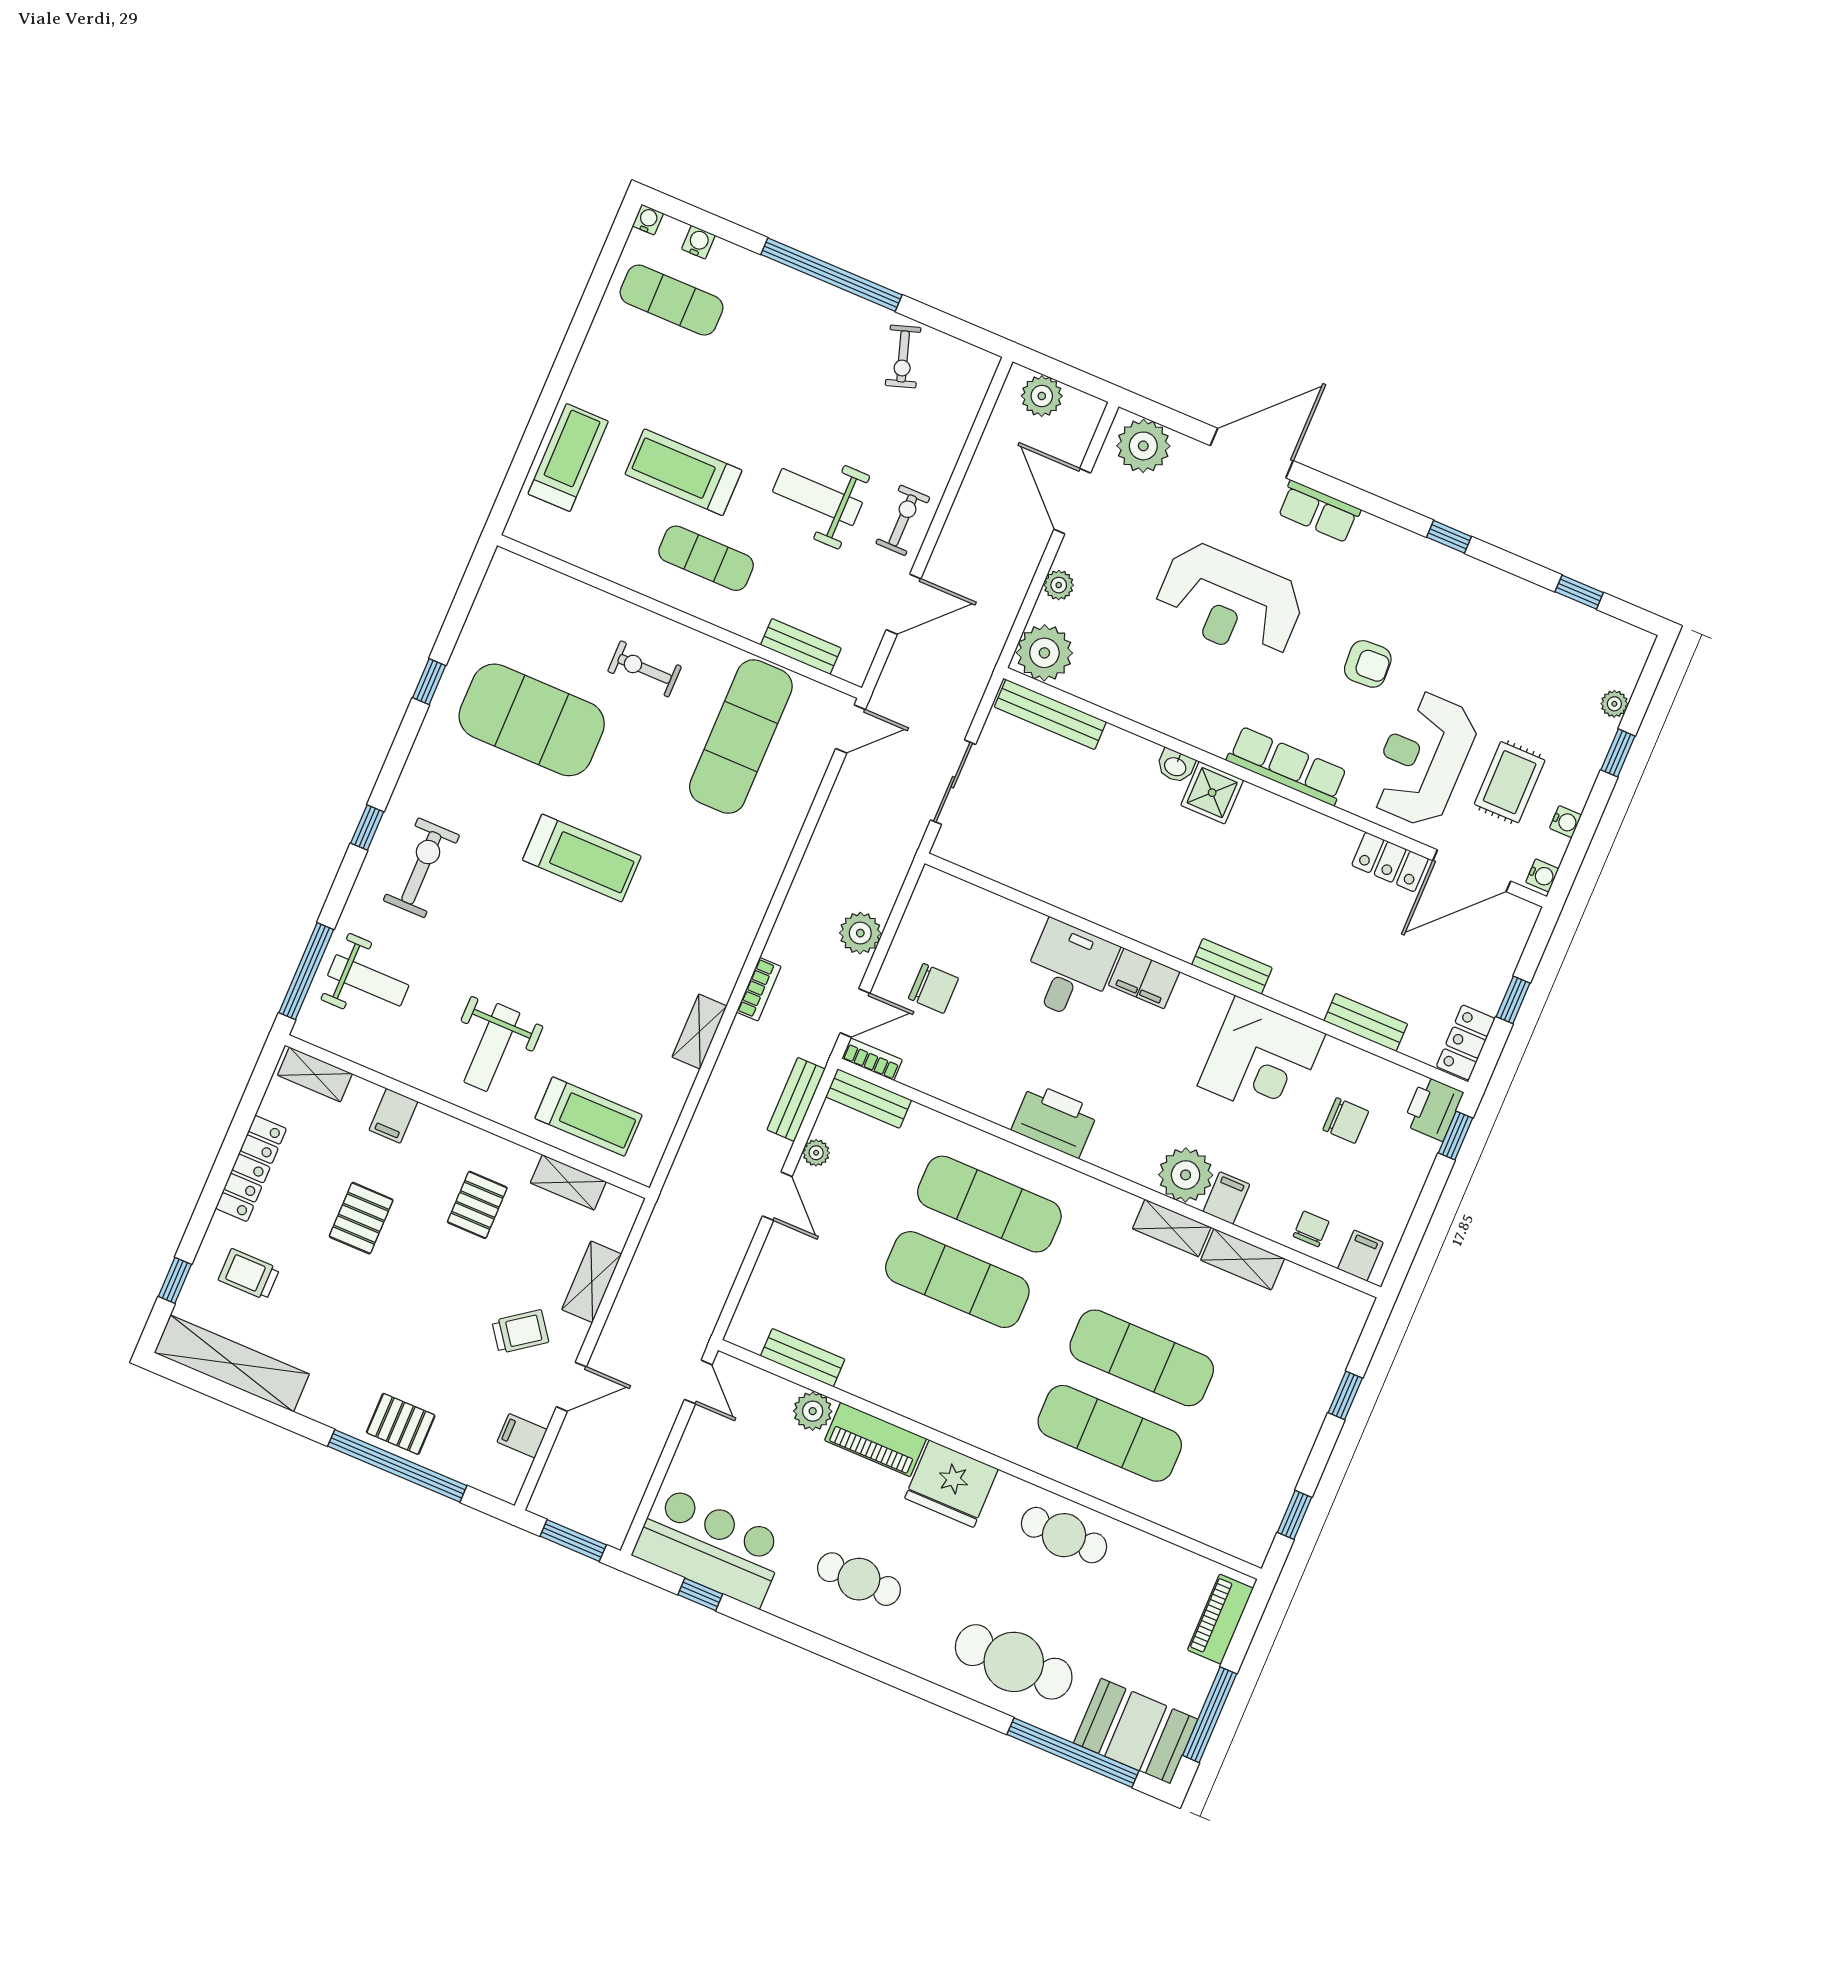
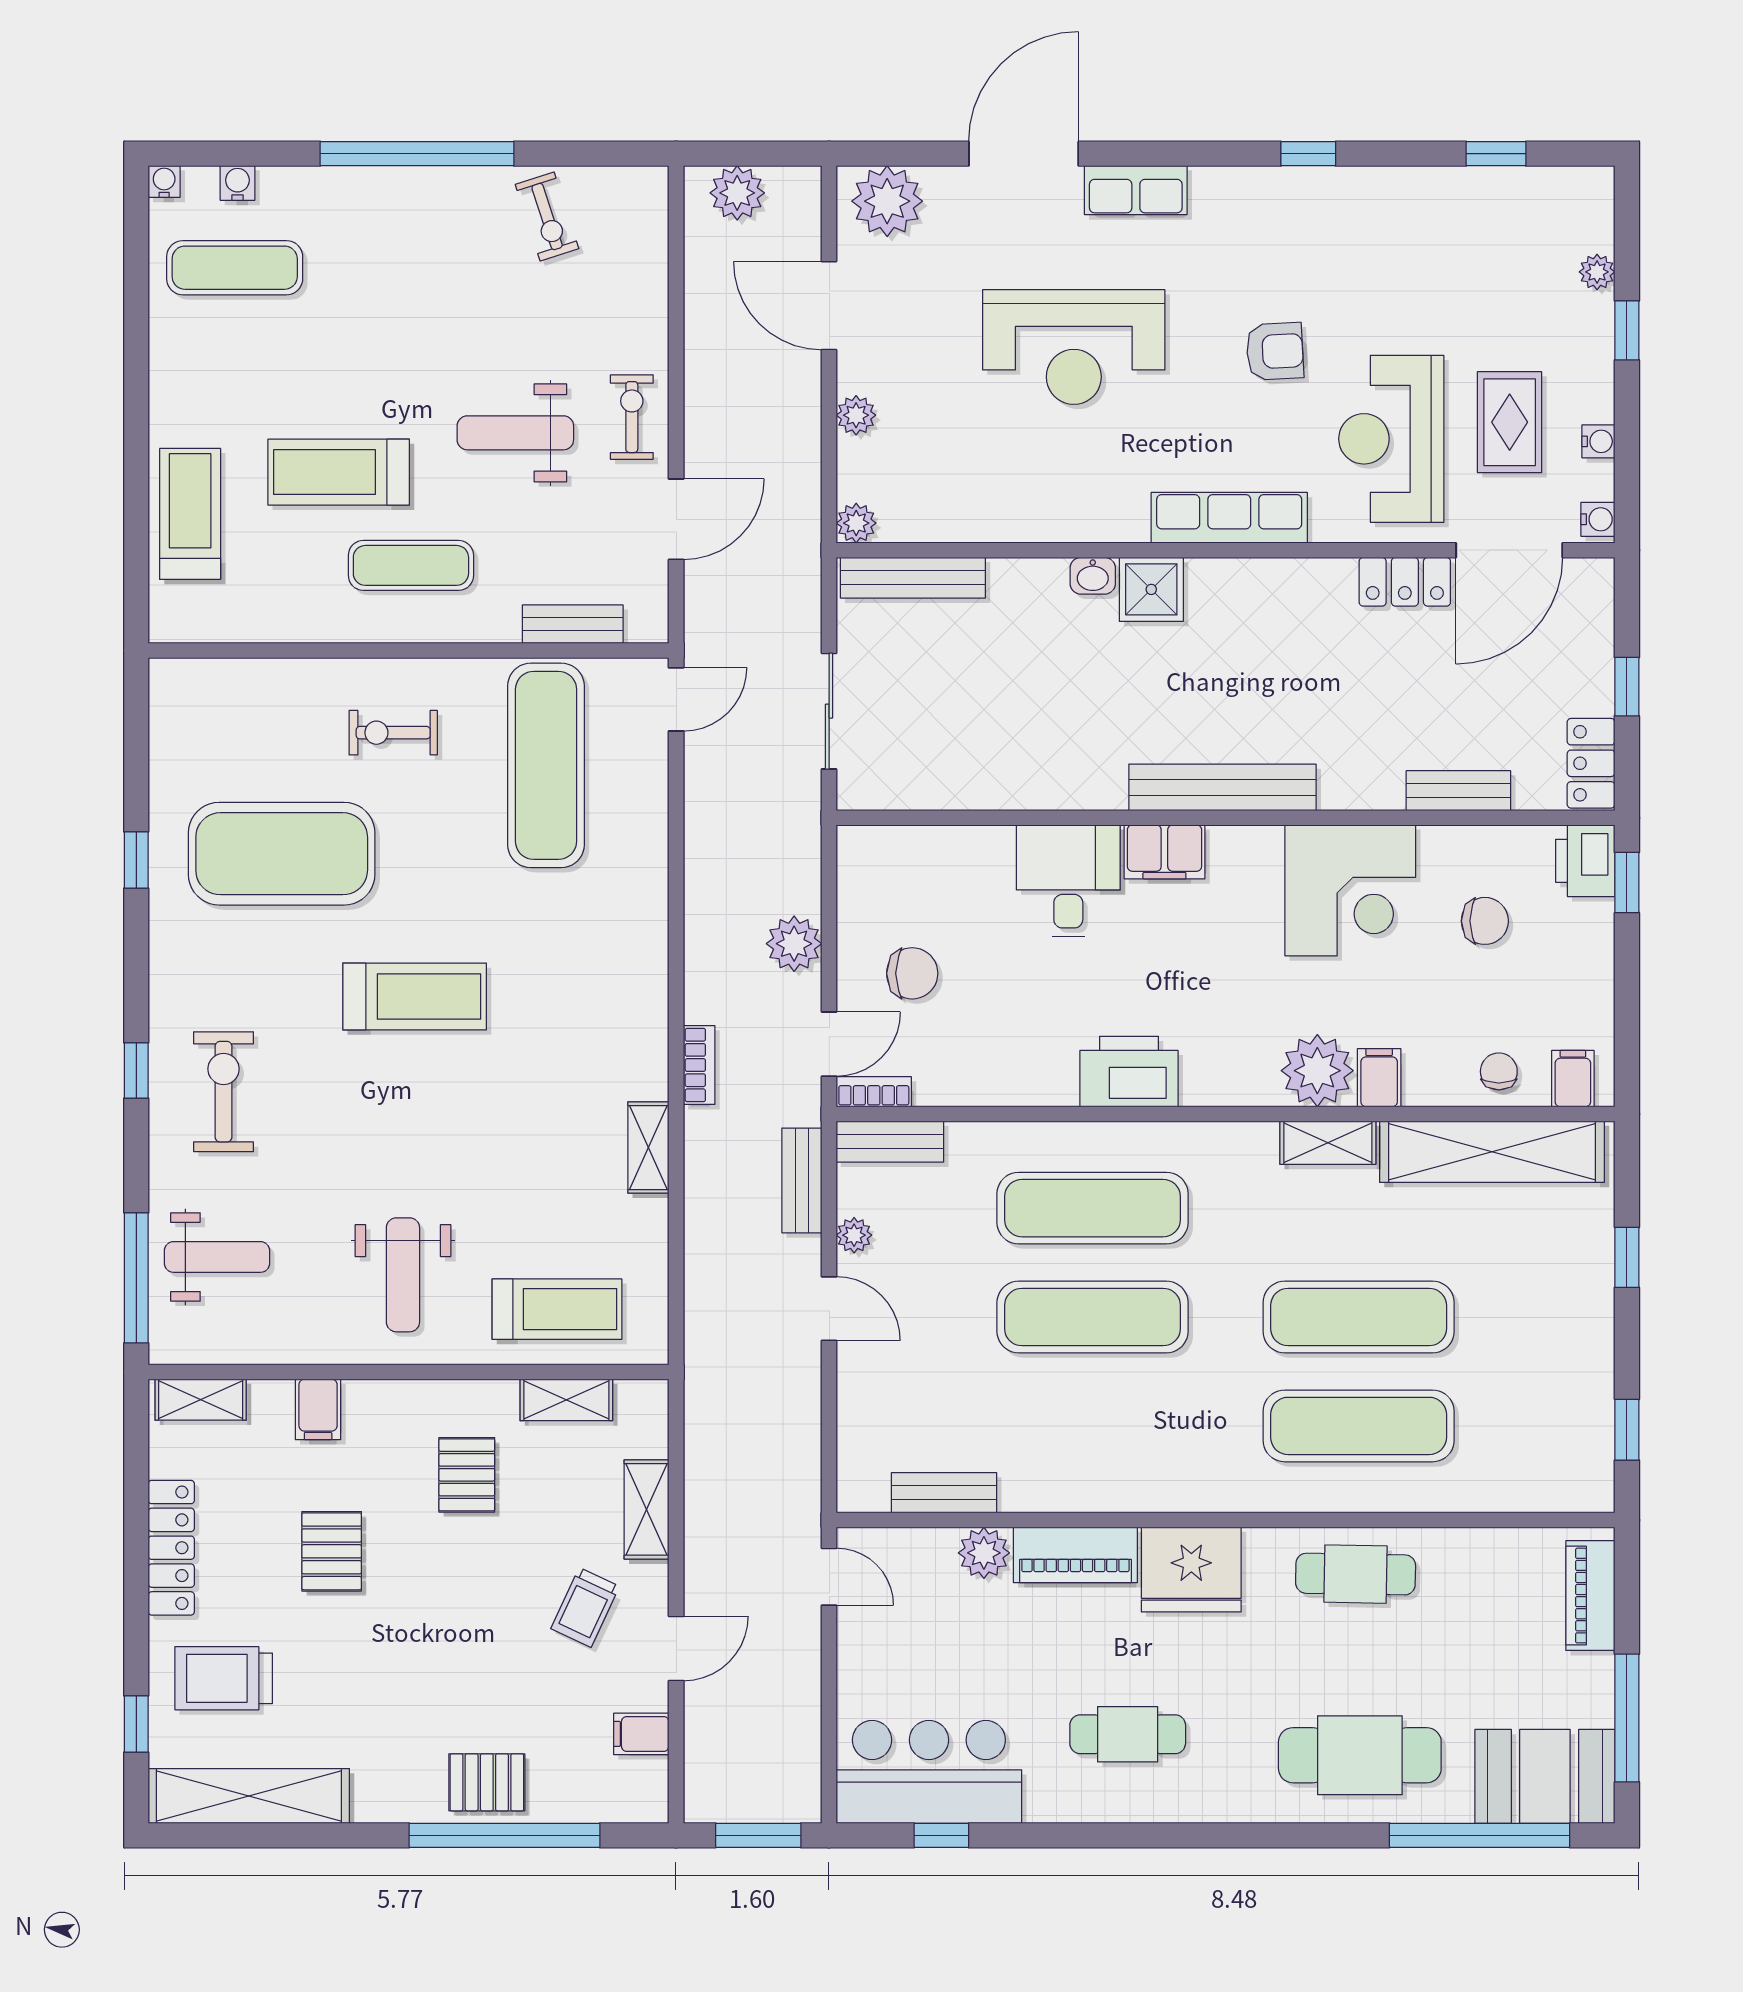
plant: (1044, 653) -> (856, 523), width x0.53, depth x0.53
bench: (1232, 966) -> (1222, 787), width x1.86, depth x1.21
shelving: (1243, 1259) -> (1492, 1152), width x2.20, depth x1.33
trolley: (249, 1274) -> (224, 1678), width x1.36, depth x1.39
trolley: (520, 1332) -> (585, 1607), turned 151

